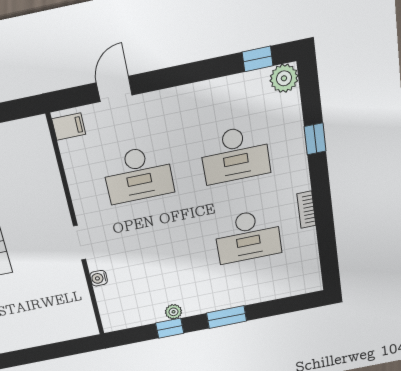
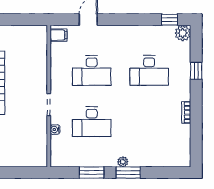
desk: (248, 236) -> (92, 122), moved
plant: (173, 312) -> (123, 162), moved
window: (170, 328) -> (92, 173), width x1.50

